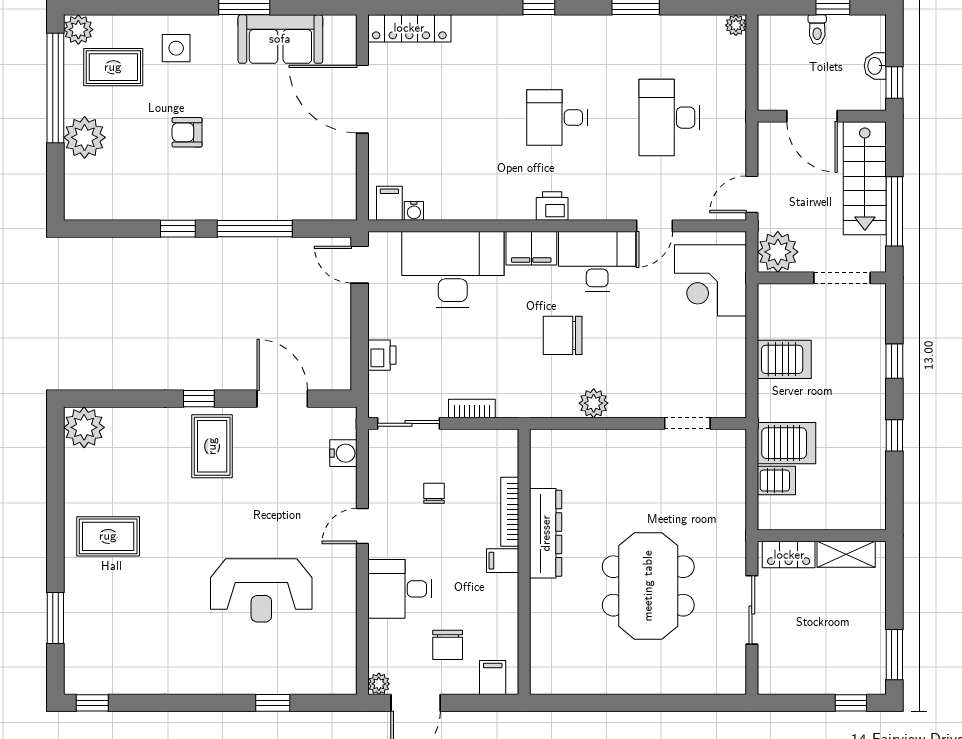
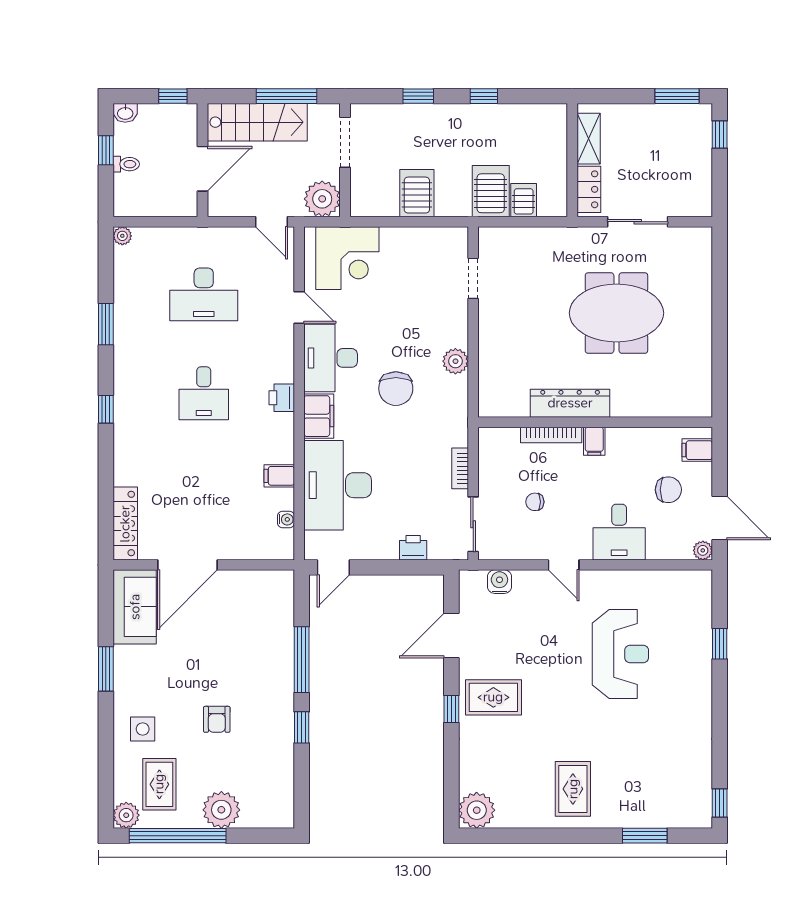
sofa: (280, 39) -> (135, 607), moved
washbasin: (875, 66) -> (125, 113), moved
filing cabinet: (389, 203) -> (279, 476), moved

